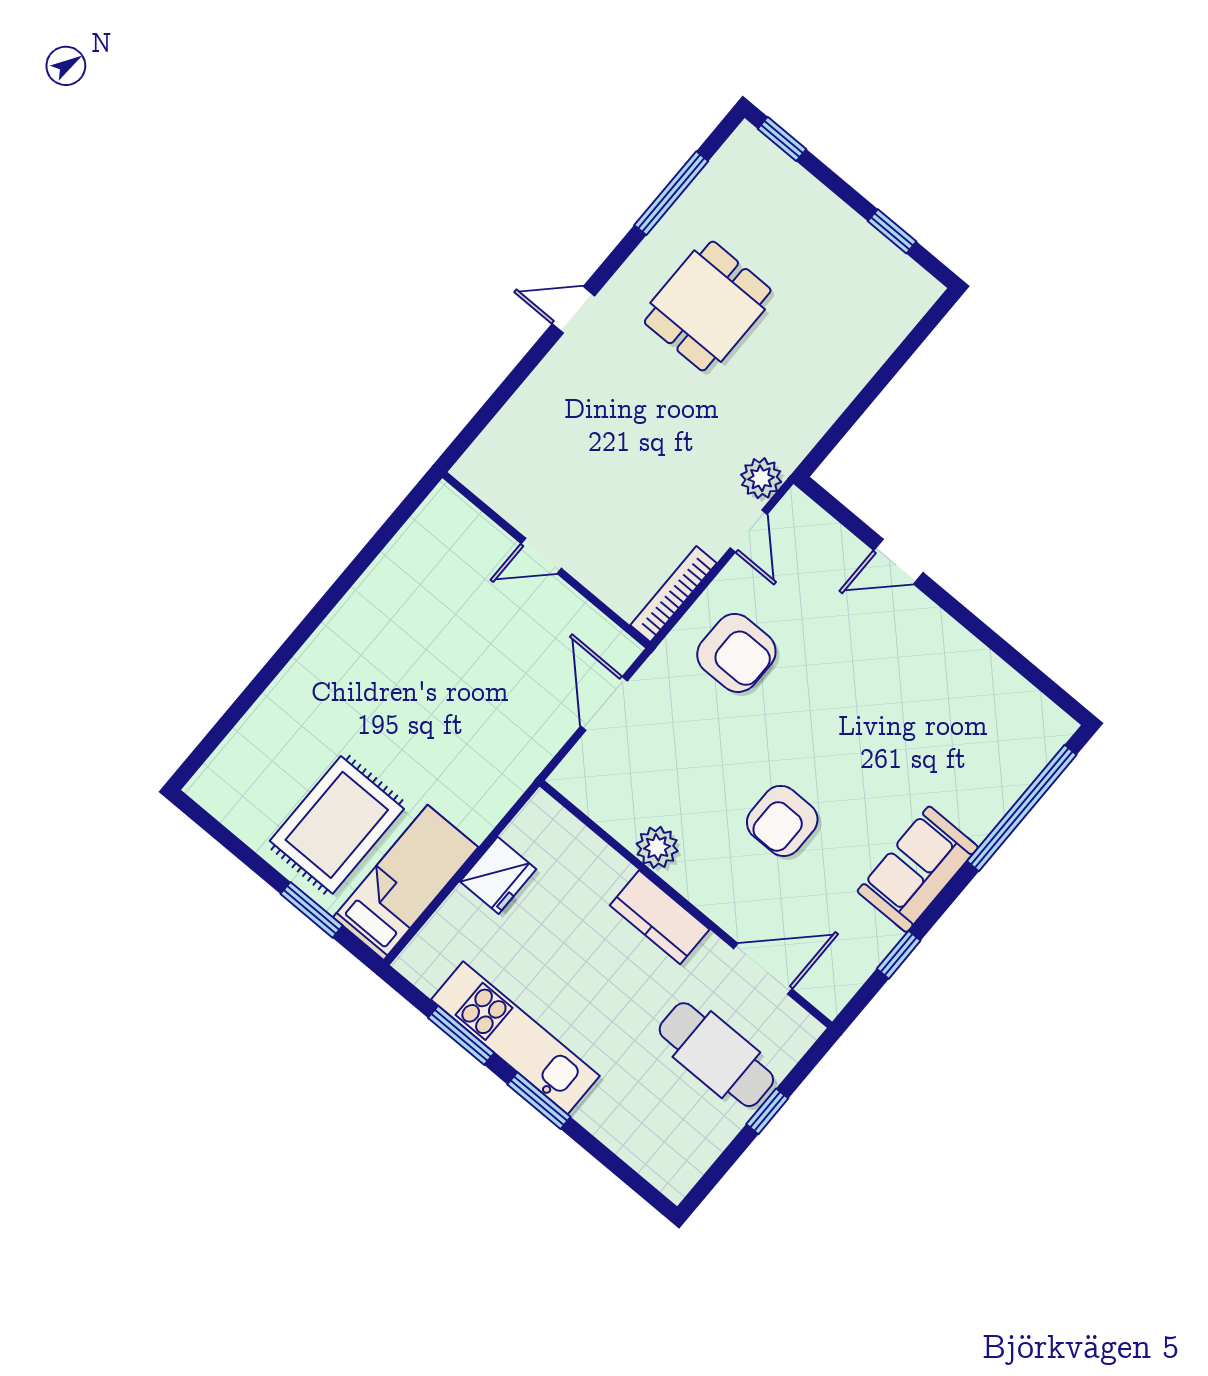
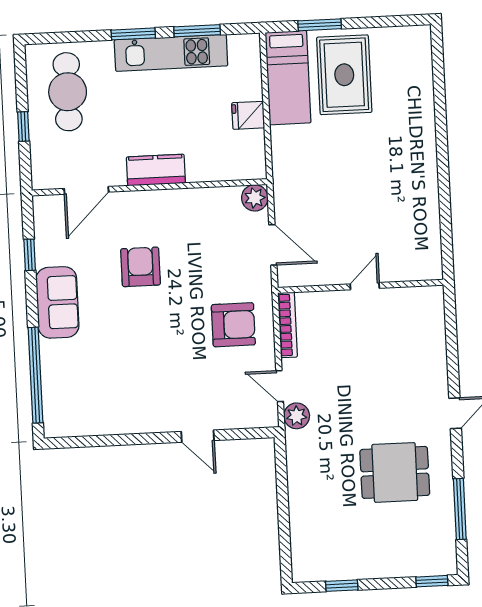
dining table: (708, 306) -> (395, 472), turned 90
door: (898, 562) -> (198, 436), swing flipped
armchair: (736, 653) -> (233, 325), turned 180
plant: (657, 847) -> (255, 198), moved
fridge: (498, 875) -> (248, 115), width x0.72
cafe table: (716, 1055) -> (68, 92), moved, turned 90

